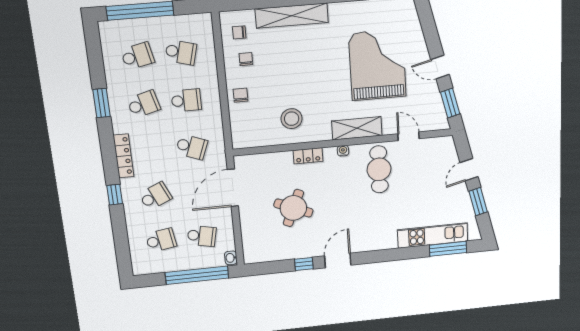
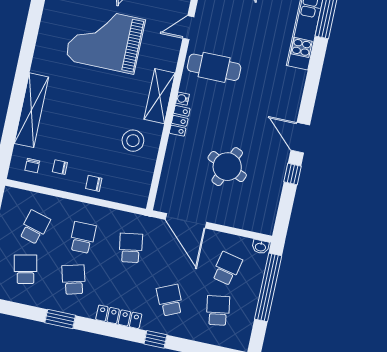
shelving: (357, 128) -> (160, 96), moved
school desk: (192, 147) -> (131, 248), turned -30
locker: (308, 156) -> (180, 121), moved

